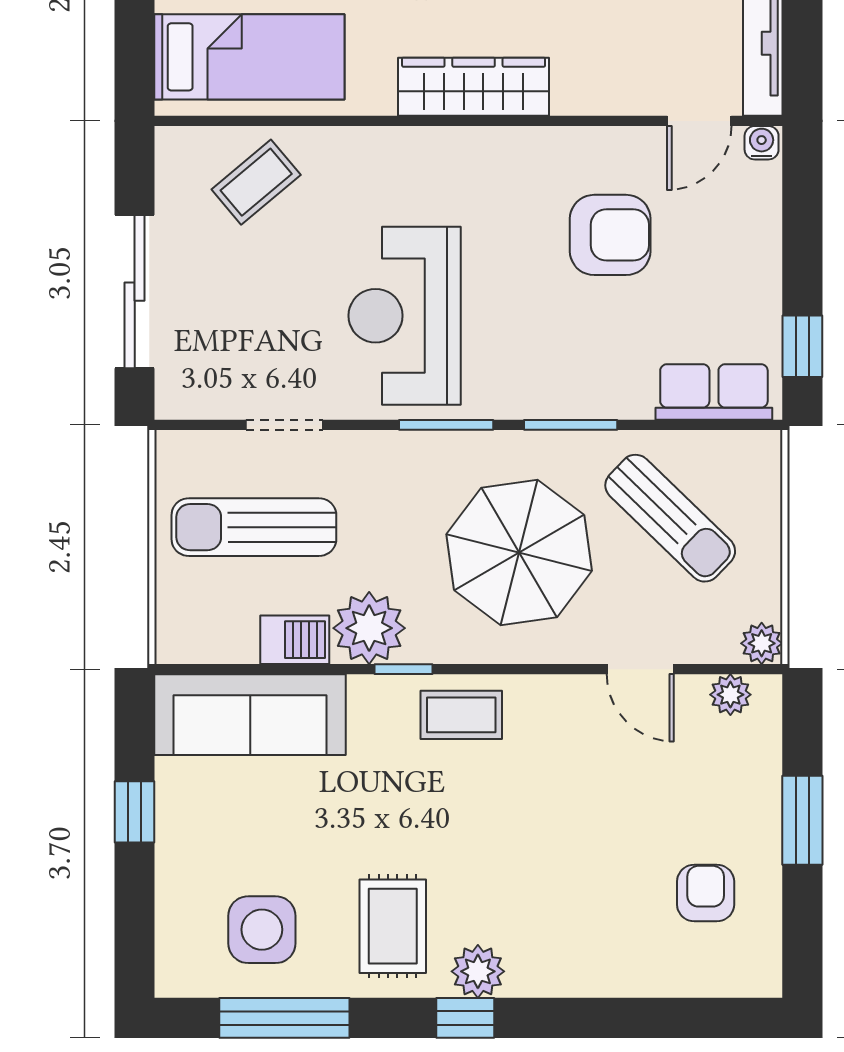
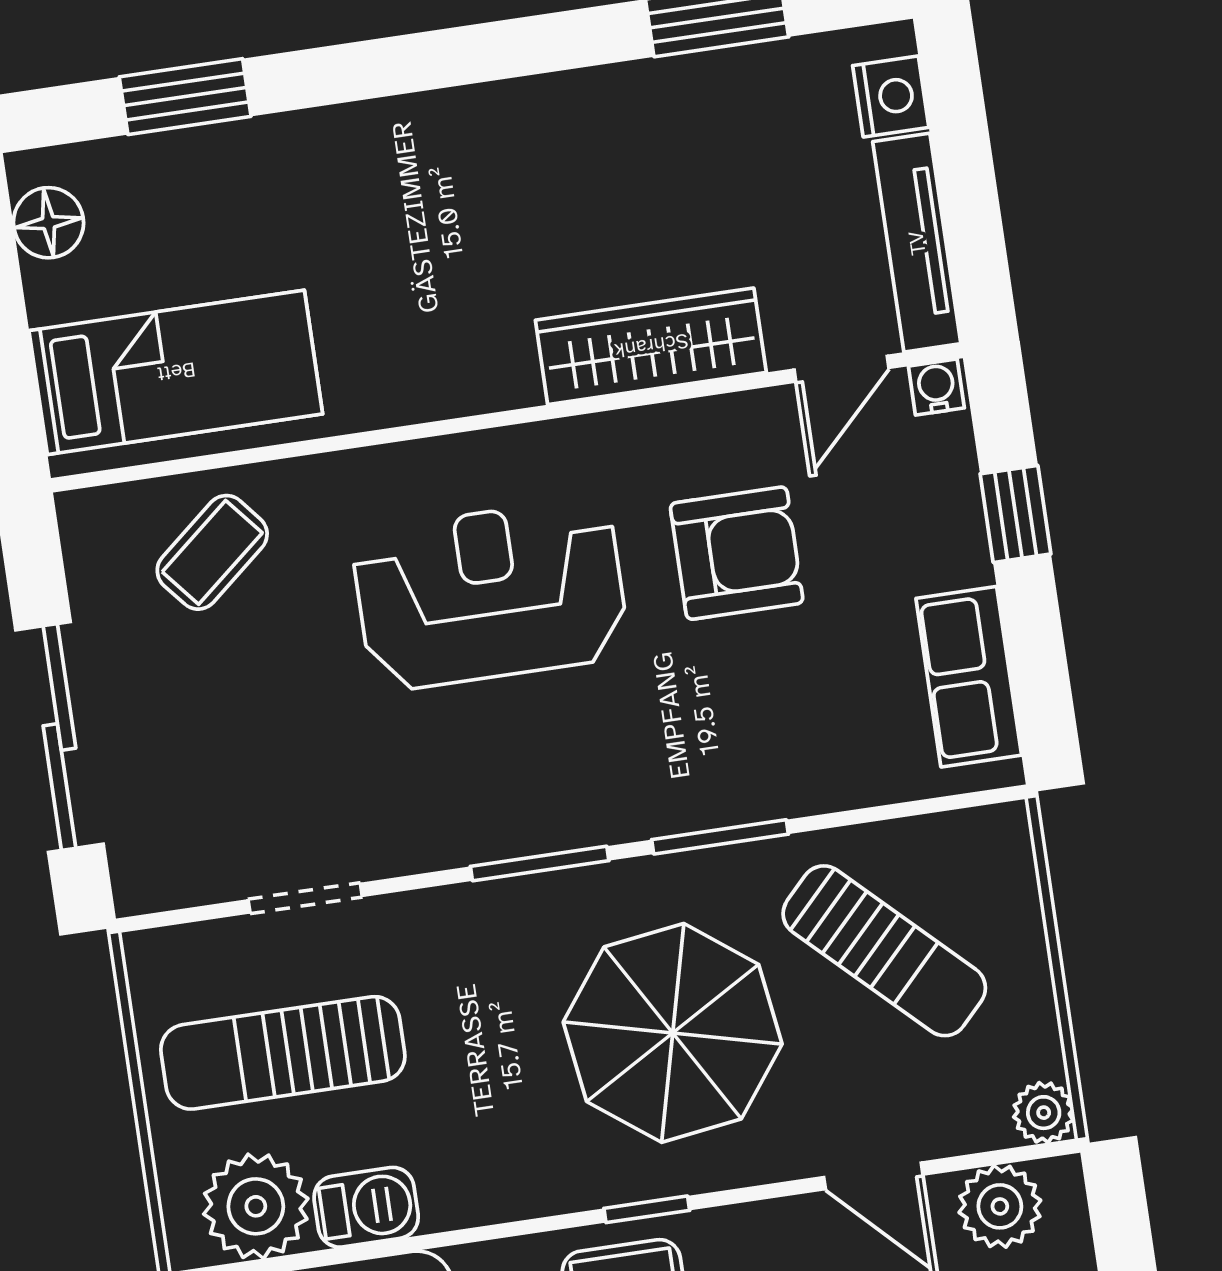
wardrobe: (474, 87) -> (651, 346), moved
reception desk: (405, 316) -> (490, 594), moved, turned 90
window: (802, 346) -> (1016, 514), moved
row of seats: (714, 392) -> (969, 677), moved, turned -90
plant: (369, 628) -> (256, 1206), moved
window: (404, 669) -> (647, 1209), moved
plant: (730, 695) -> (1000, 1206), width x1.38, depth x1.38

